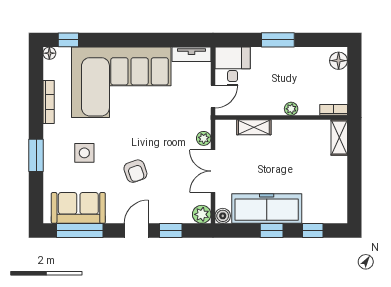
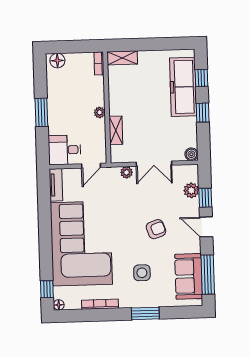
door: (213, 97) -> (91, 166), swing flipped
plant: (291, 109) -> (100, 112), moved
freezer: (267, 209) -> (183, 87), moved
plant: (202, 214) -> (191, 190), moved

